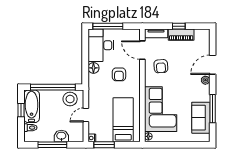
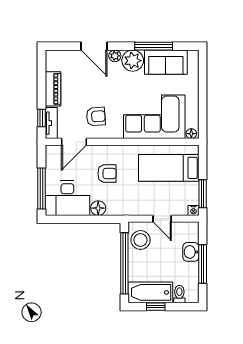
window: (179, 26) -> (41, 118), moved
plant: (202, 93) -> (133, 61), added

